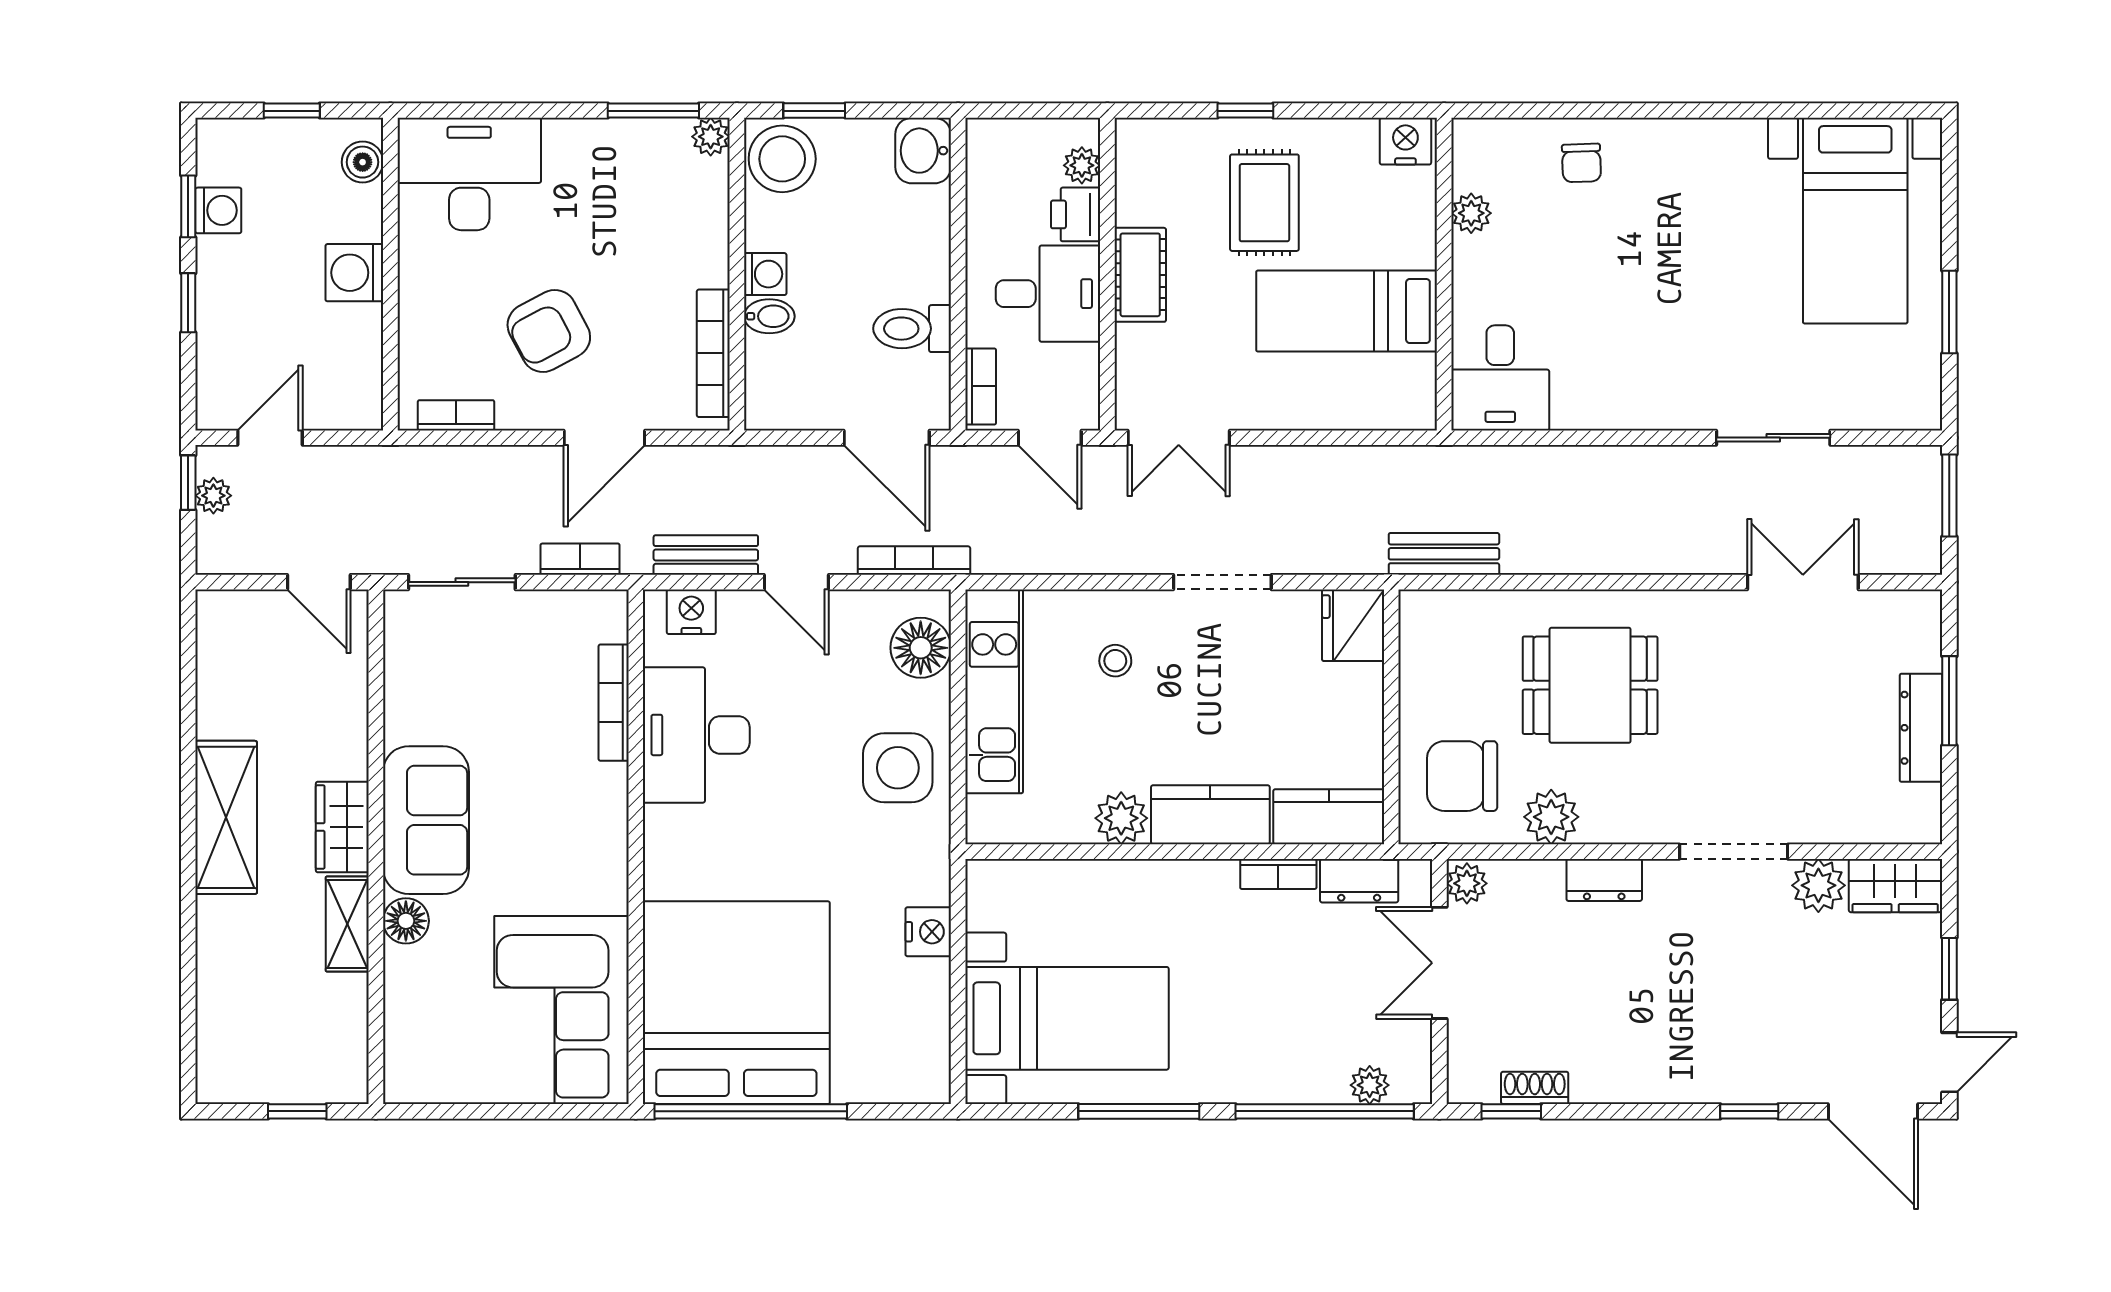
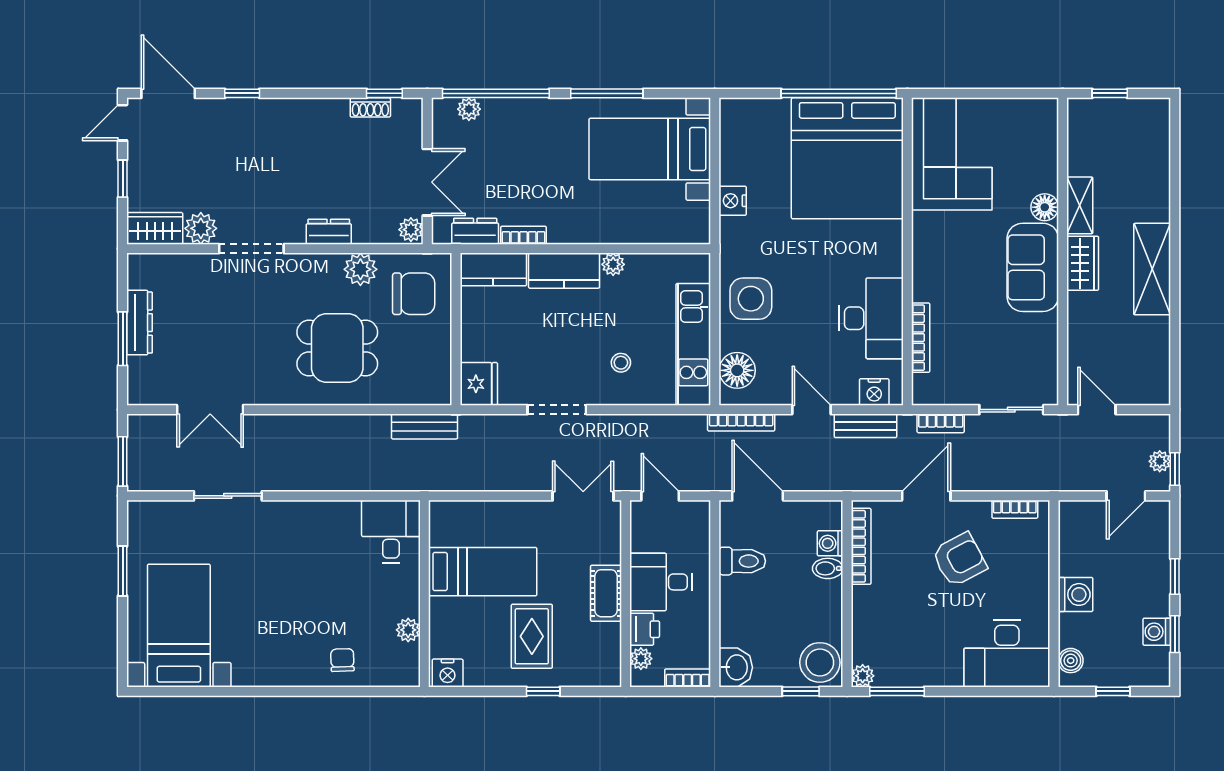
washing machine: (765, 274) -> (830, 543), moved
bookcase: (981, 386) -> (688, 678), moved, turned 90
plant: (1121, 818) -> (613, 264), width x0.73, depth x0.73

